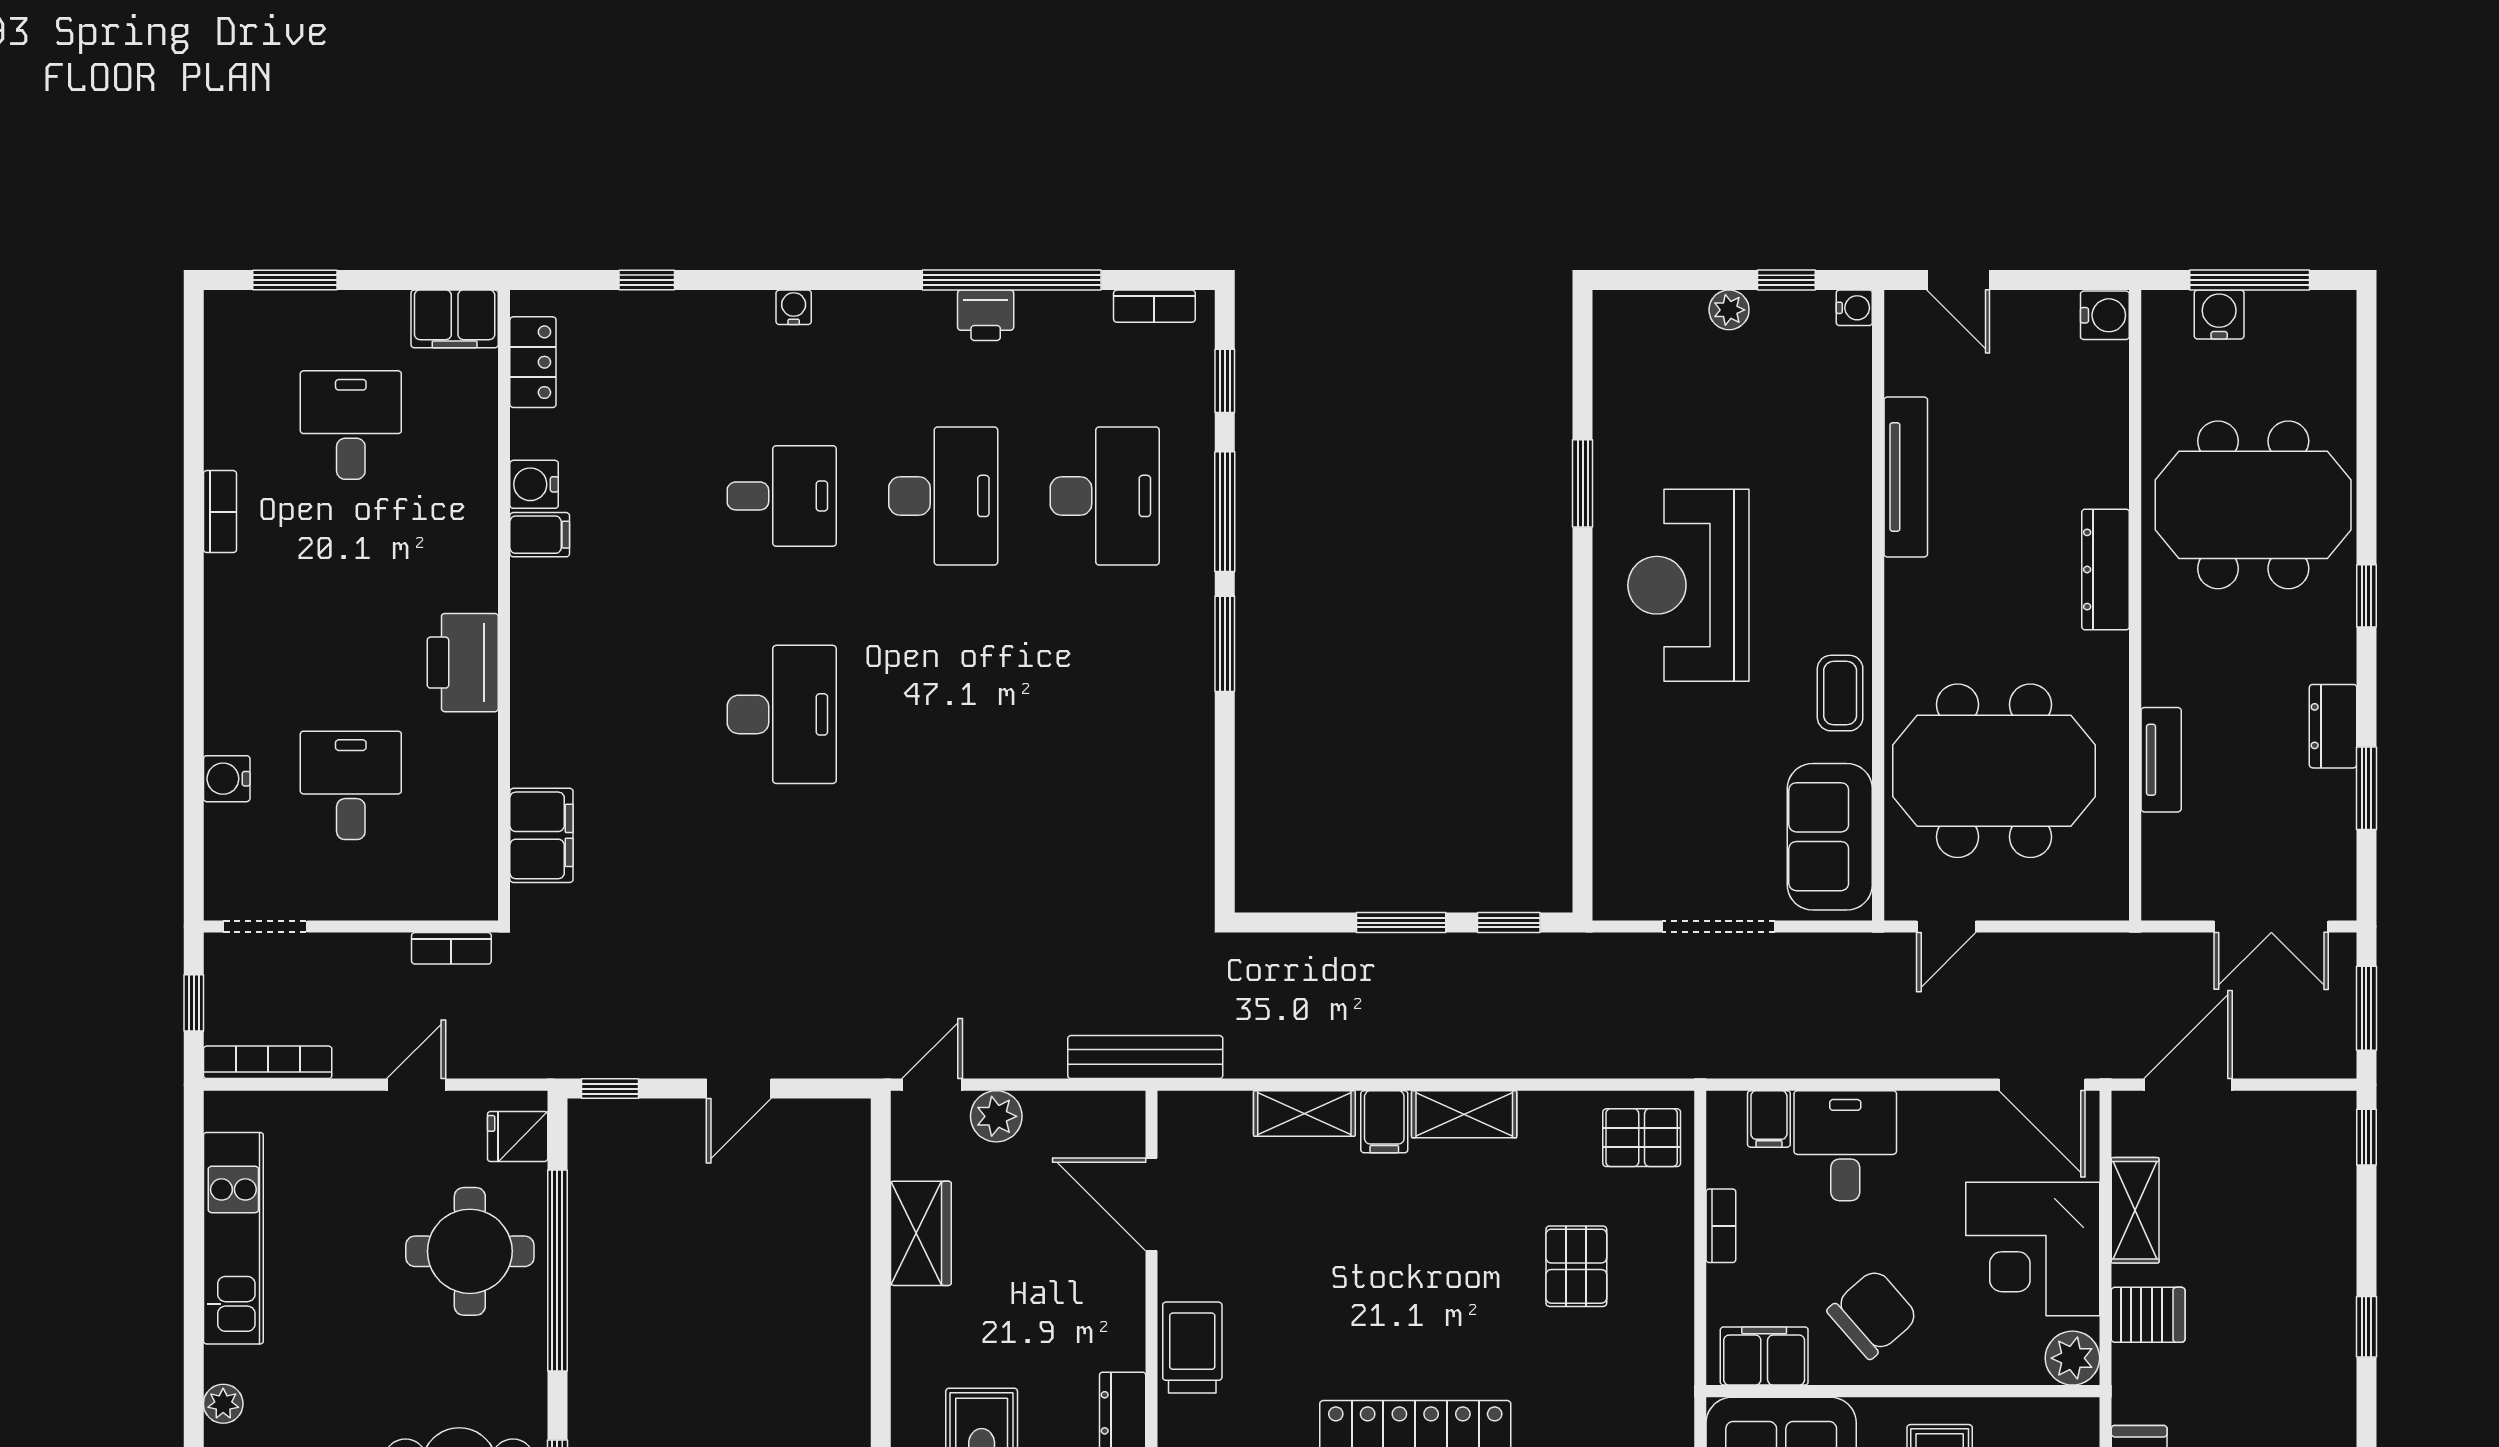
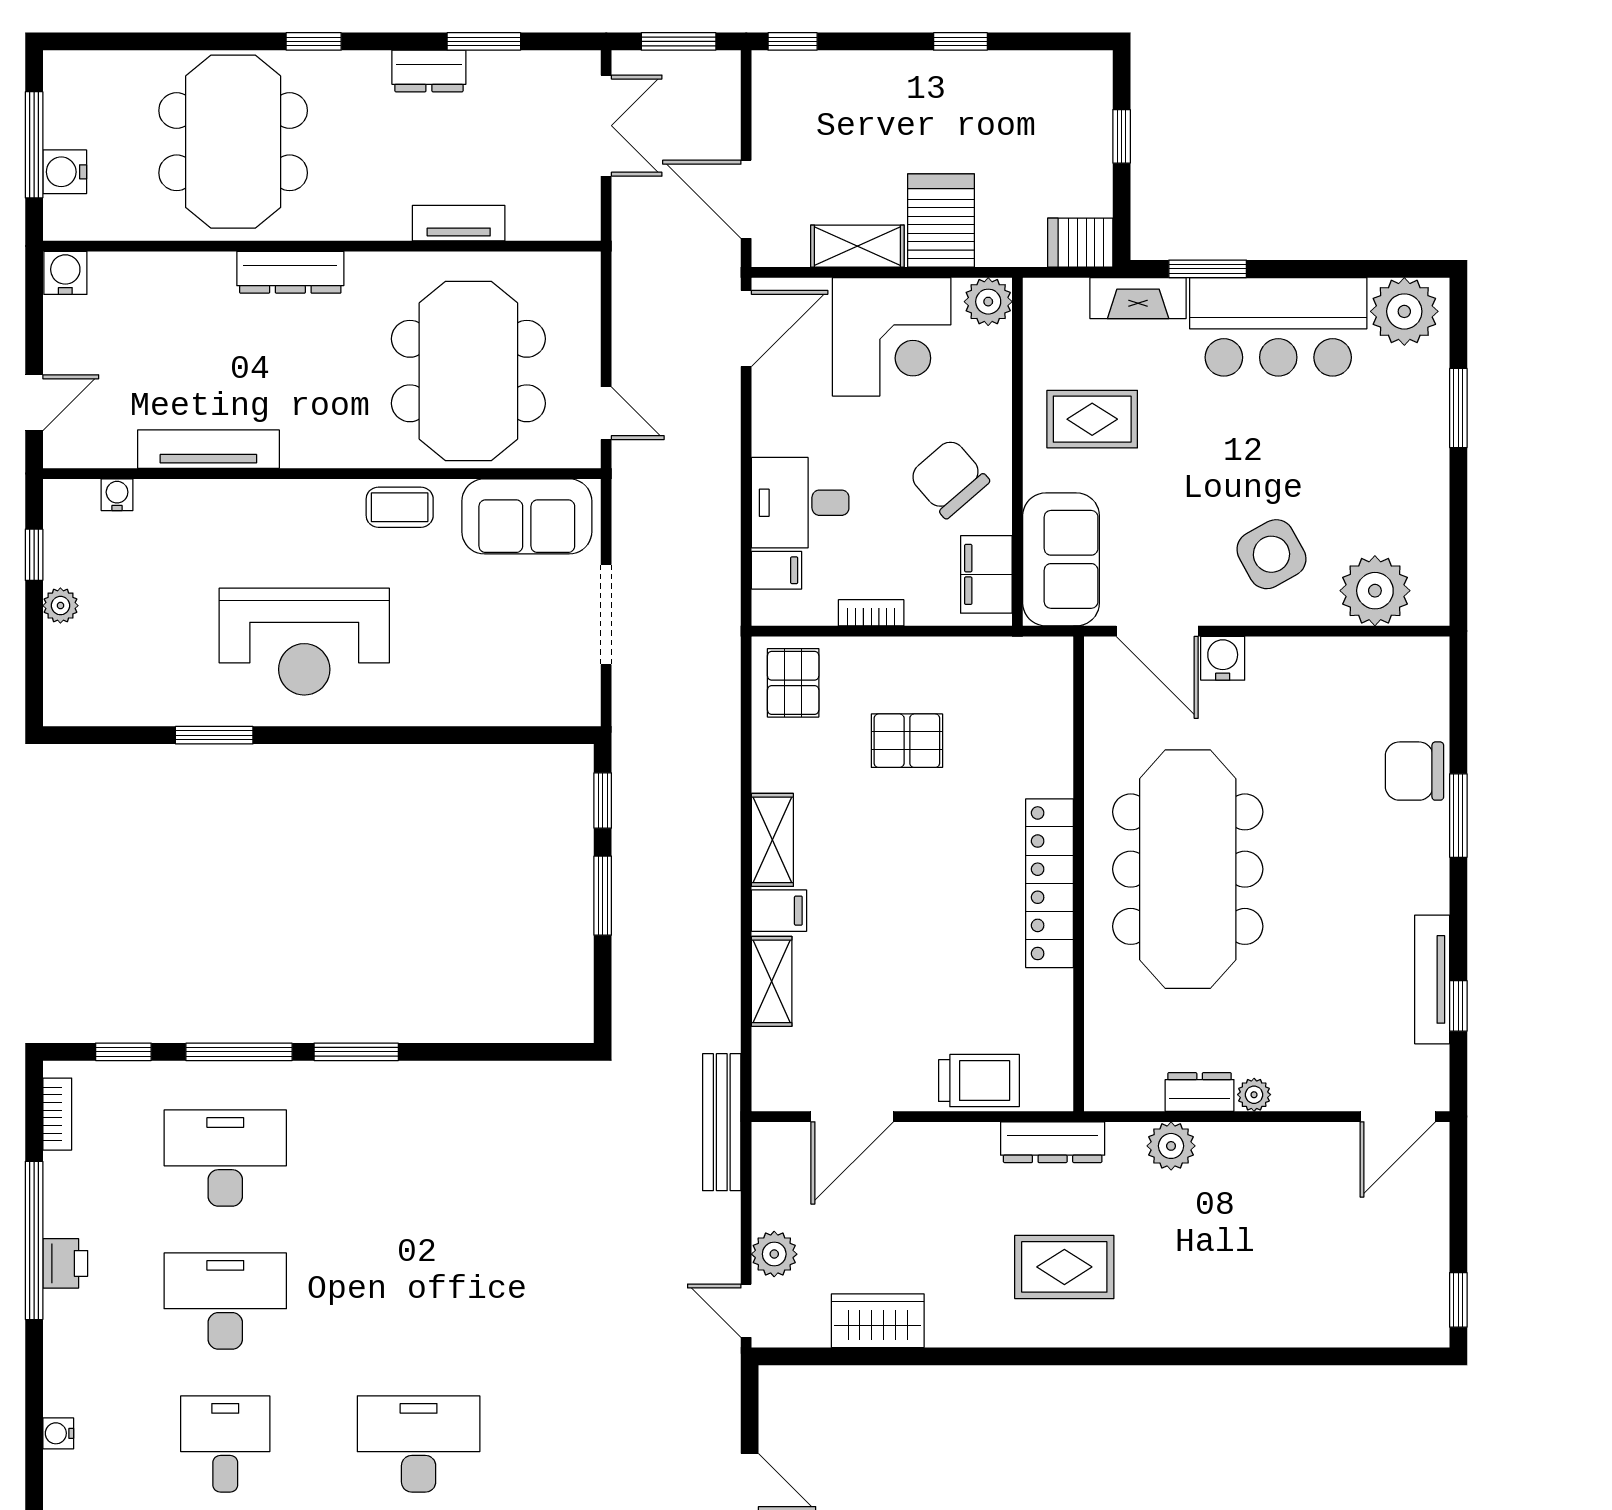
water cooler: (1854, 308) -> (117, 495), moved
server rack: (2148, 1315) -> (941, 220), width x1.36, depth x1.44
trolley: (1192, 1348) -> (979, 1081), turned 180

